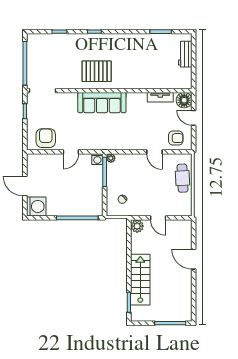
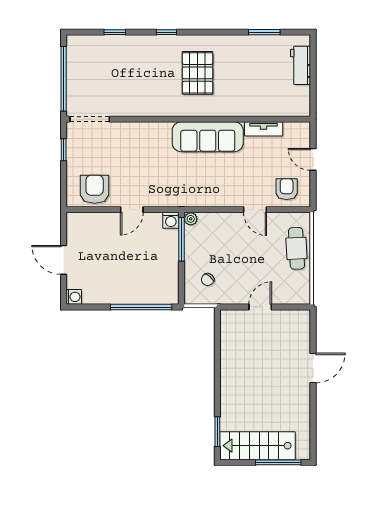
pallet: (97, 71) -> (198, 73), moved, turned 90
floor lamp: (184, 100) -> (299, 133), removed
sofa: (102, 103) -> (208, 137), moved
armchair: (176, 138) -> (287, 189), turned -90
washing machine: (36, 206) -> (74, 297), width x0.53, depth x0.53
door: (158, 218) -> (260, 307), swing flipped
plant: (137, 226) -> (229, 319), removed
door: (194, 259) -> (313, 368), swing flipped
stairs: (140, 280) -> (258, 446), moved, turned -90

